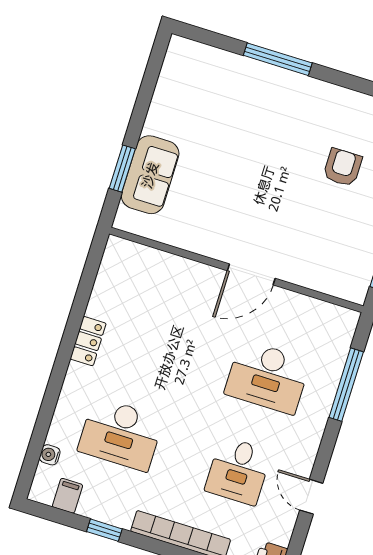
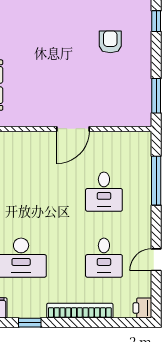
desk: (267, 377) -> (104, 192), width x0.73
door: (311, 497) -> (156, 260), hinge flipped

